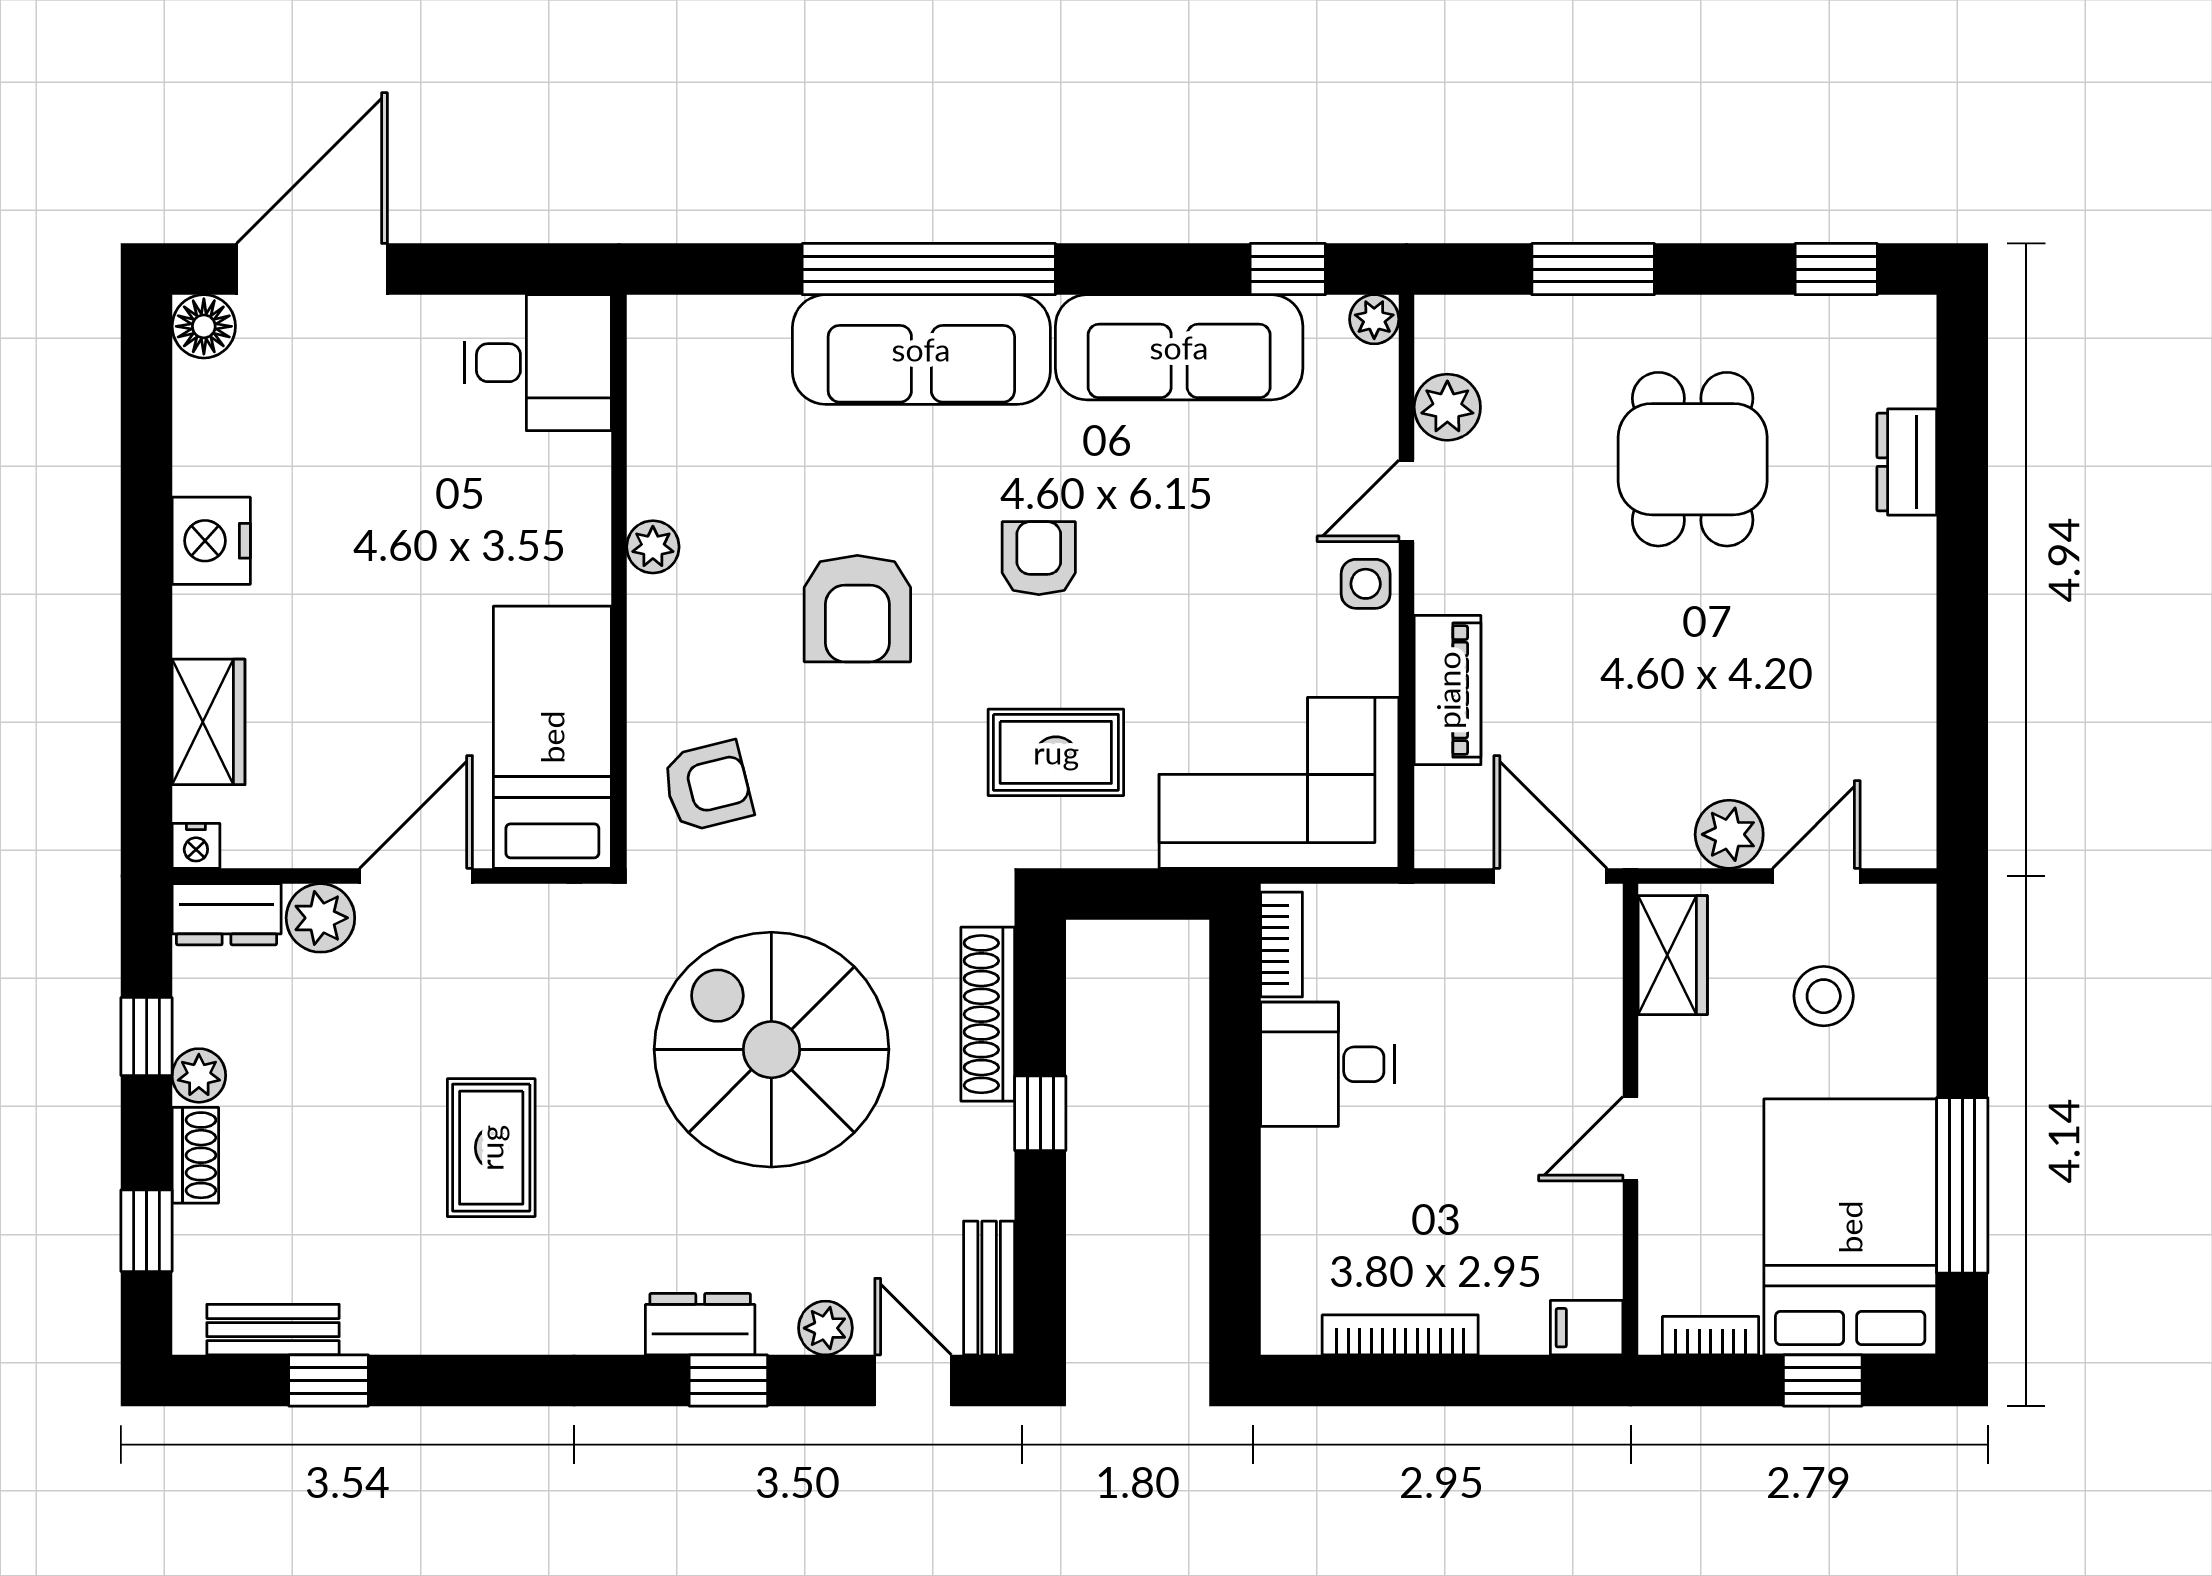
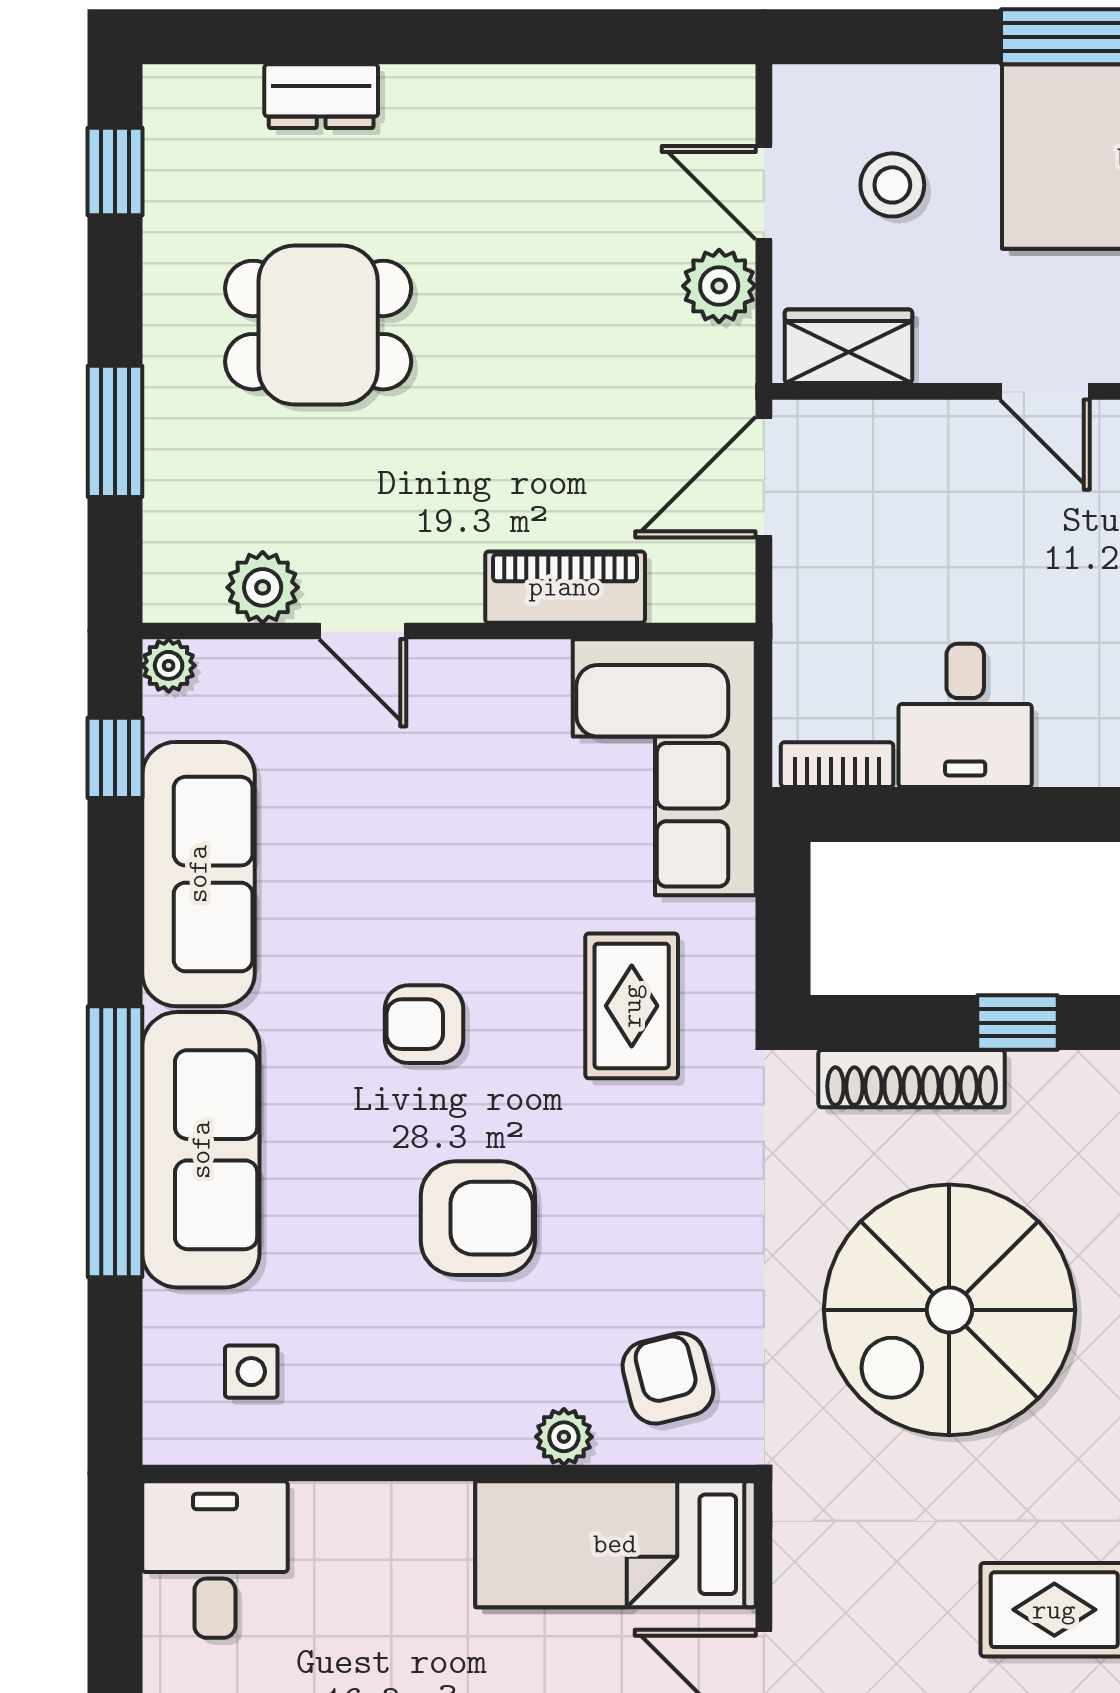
plant: (653, 547) -> (564, 1437), moved
side table: (1366, 584) -> (251, 1372), moved

